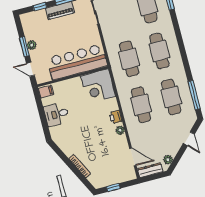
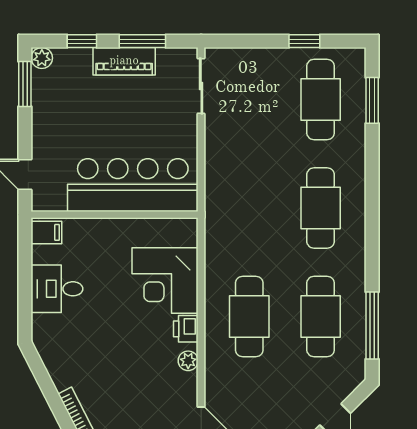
plant: (32, 45) -> (42, 58), moved
window: (24, 47) -> (25, 84), moved
cafe table: (129, 59) -> (249, 208), removed
corner desk: (98, 86) -> (165, 281), moved

